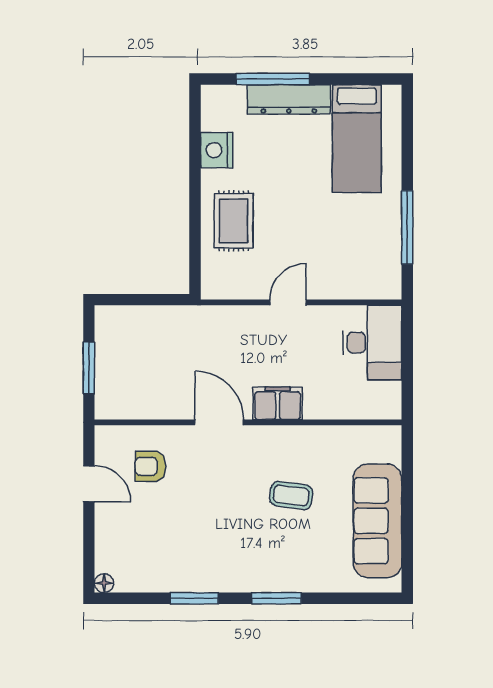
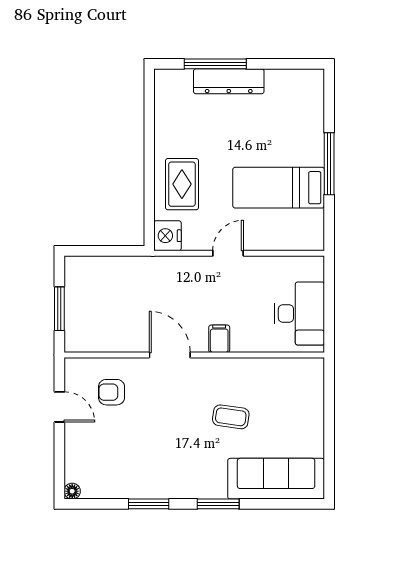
bed: (357, 139) -> (279, 188), moved, turned 90
nightstand: (217, 150) -> (168, 236), moved
window: (407, 227) -> (329, 164), moved
desk: (372, 343) -> (299, 313), moved
filing cabinet: (278, 403) -> (219, 339), width x0.50
sofa: (377, 521) -> (276, 479), moved, turned 90

